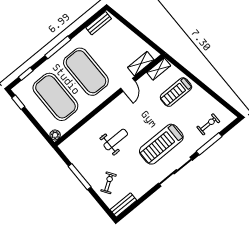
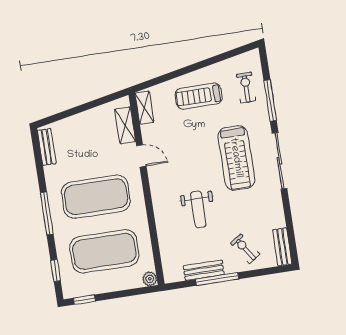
treadmill: (176, 92) -> (199, 96), moved, turned 90
weight bench: (116, 140) -> (198, 209), turned 180
bench: (80, 165) -> (204, 270), added

